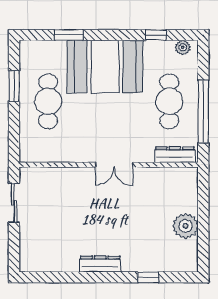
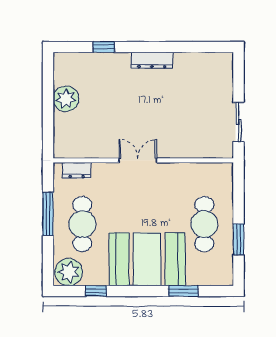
plant: (183, 47) -> (69, 272), width x1.88, depth x1.88
window: (203, 112) -> (48, 214), width x0.68
dresser: (175, 155) -> (77, 170), width x0.70

